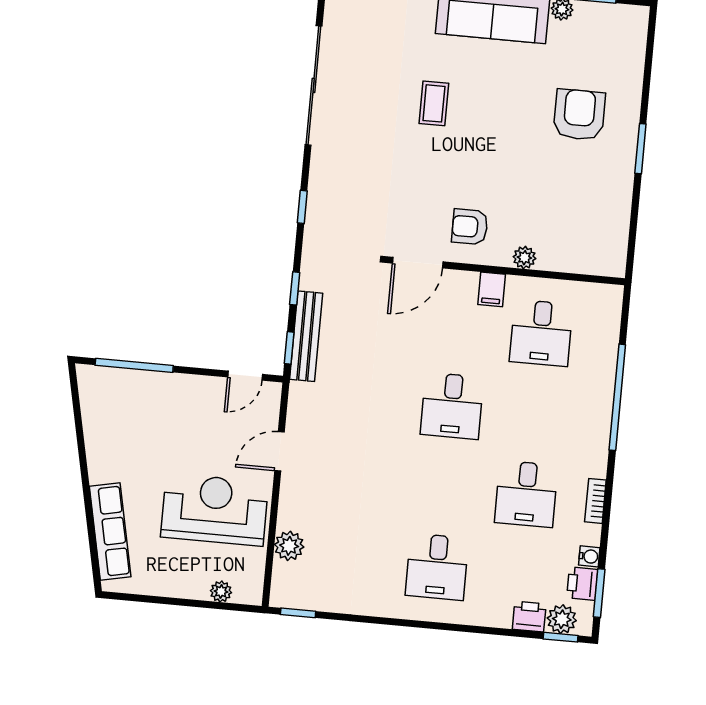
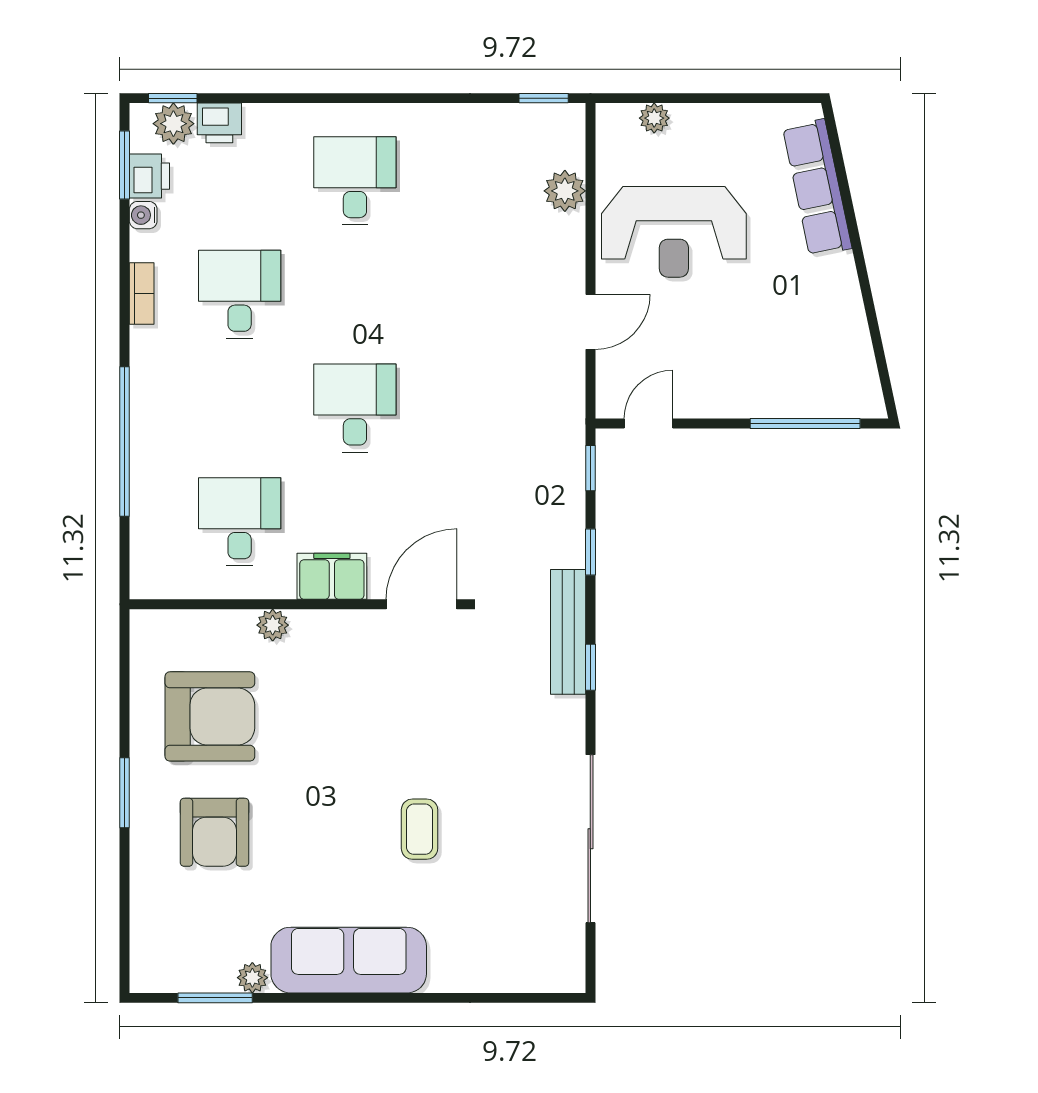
armchair: (470, 227) -> (210, 716), moved, width x1.88, depth x1.88
filing cabinet: (492, 289) -> (332, 576), width x2.00
bench: (306, 336) -> (568, 632), moved

